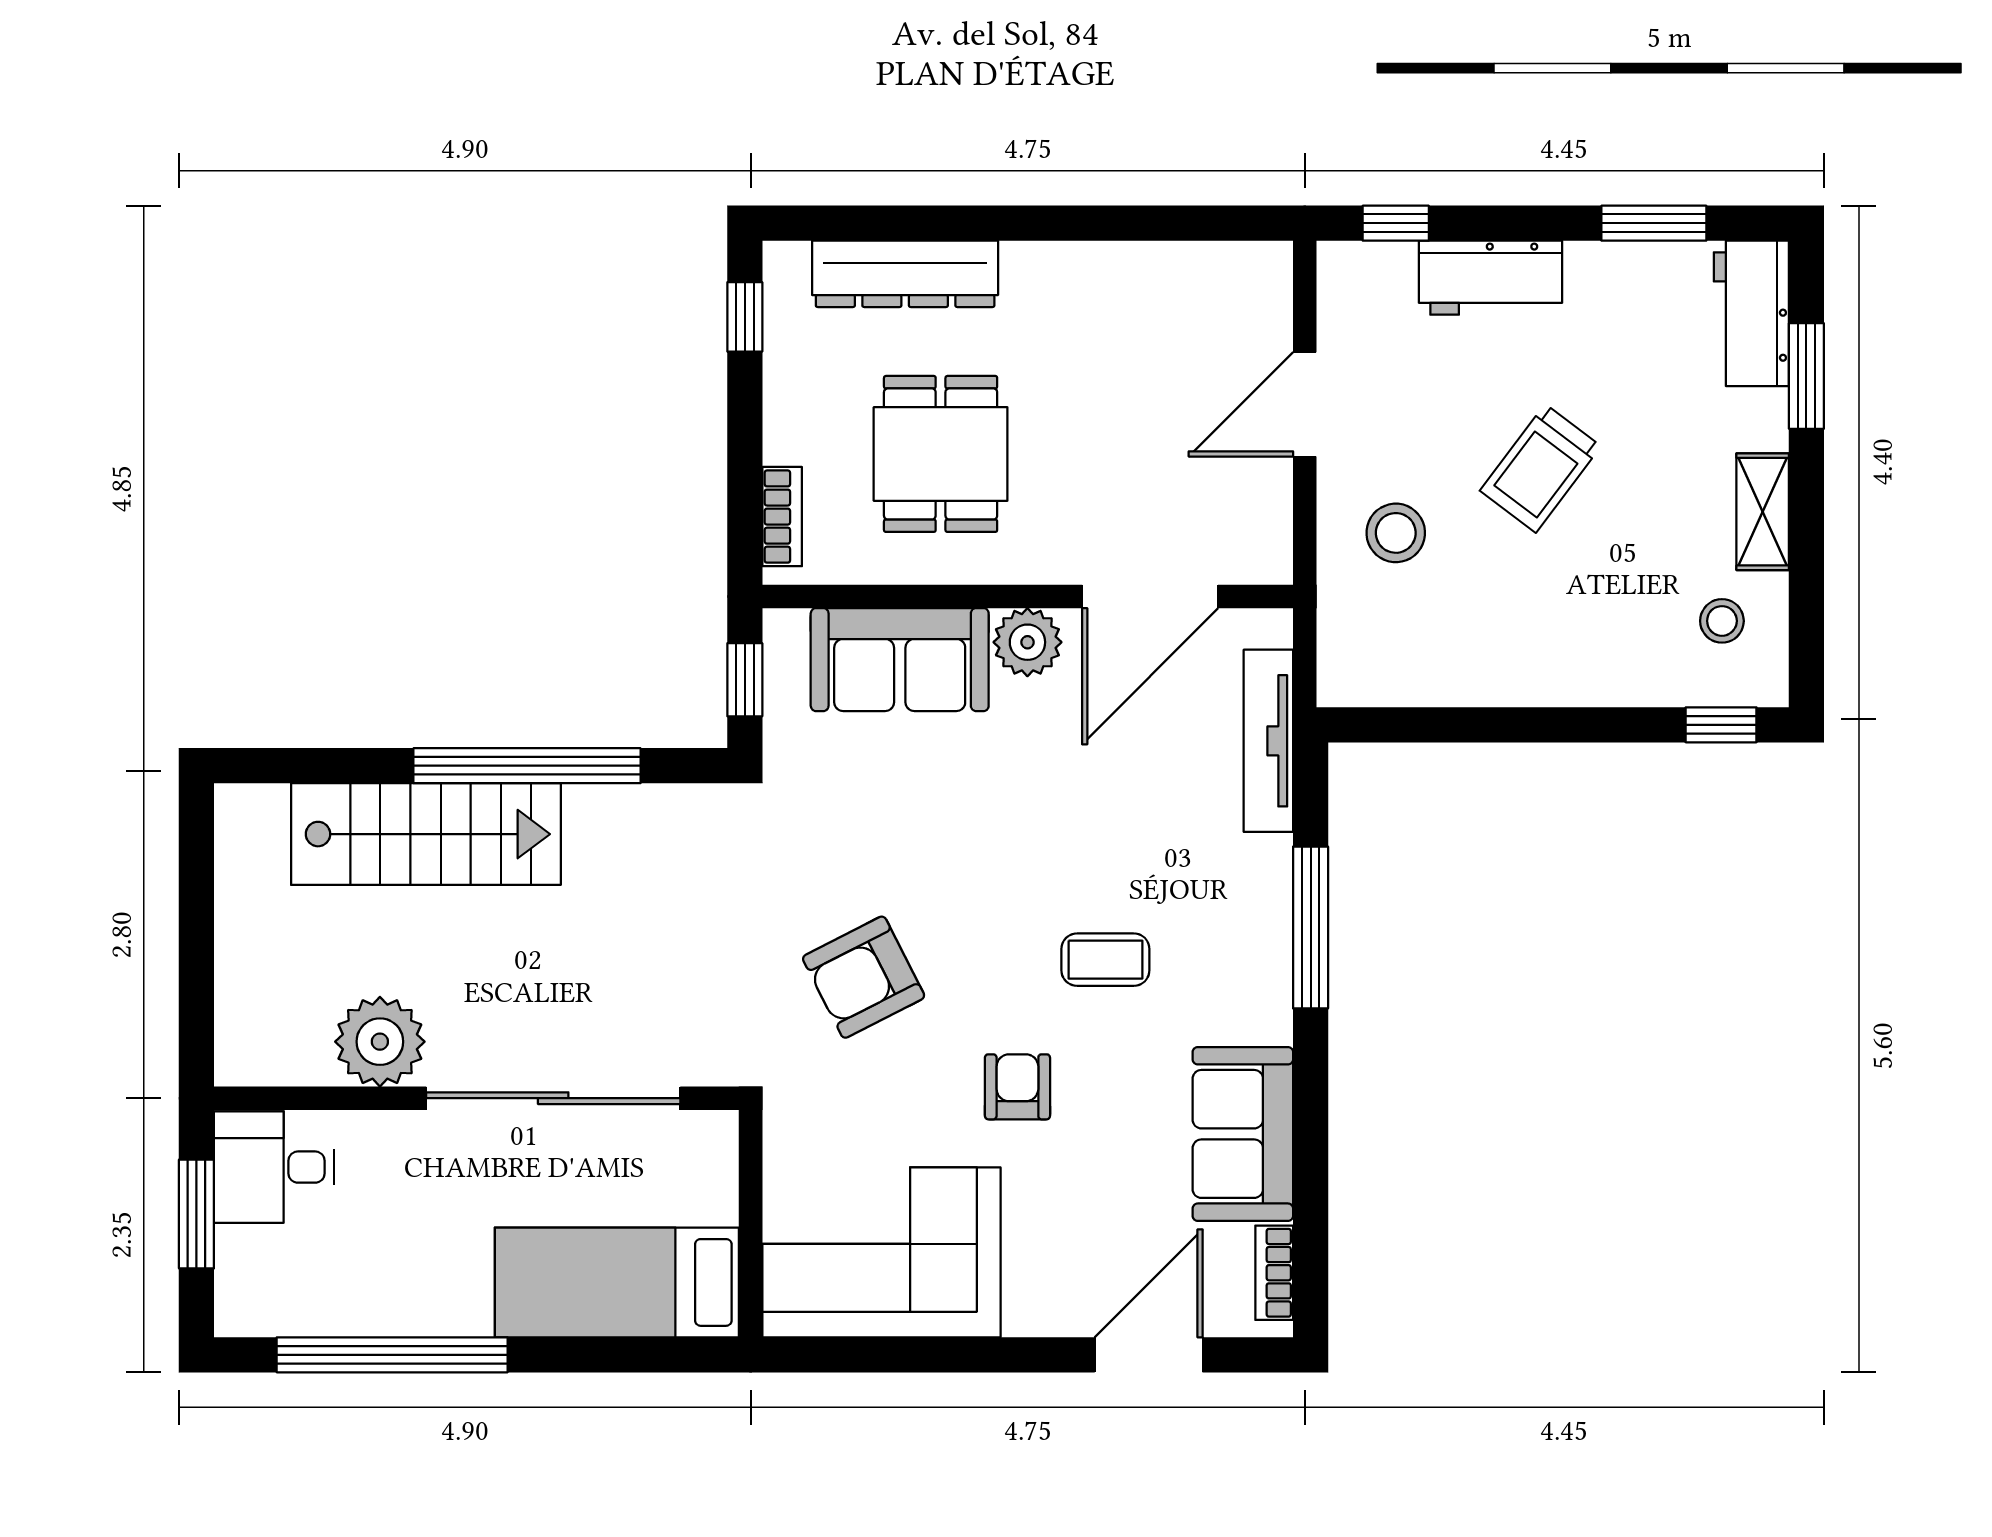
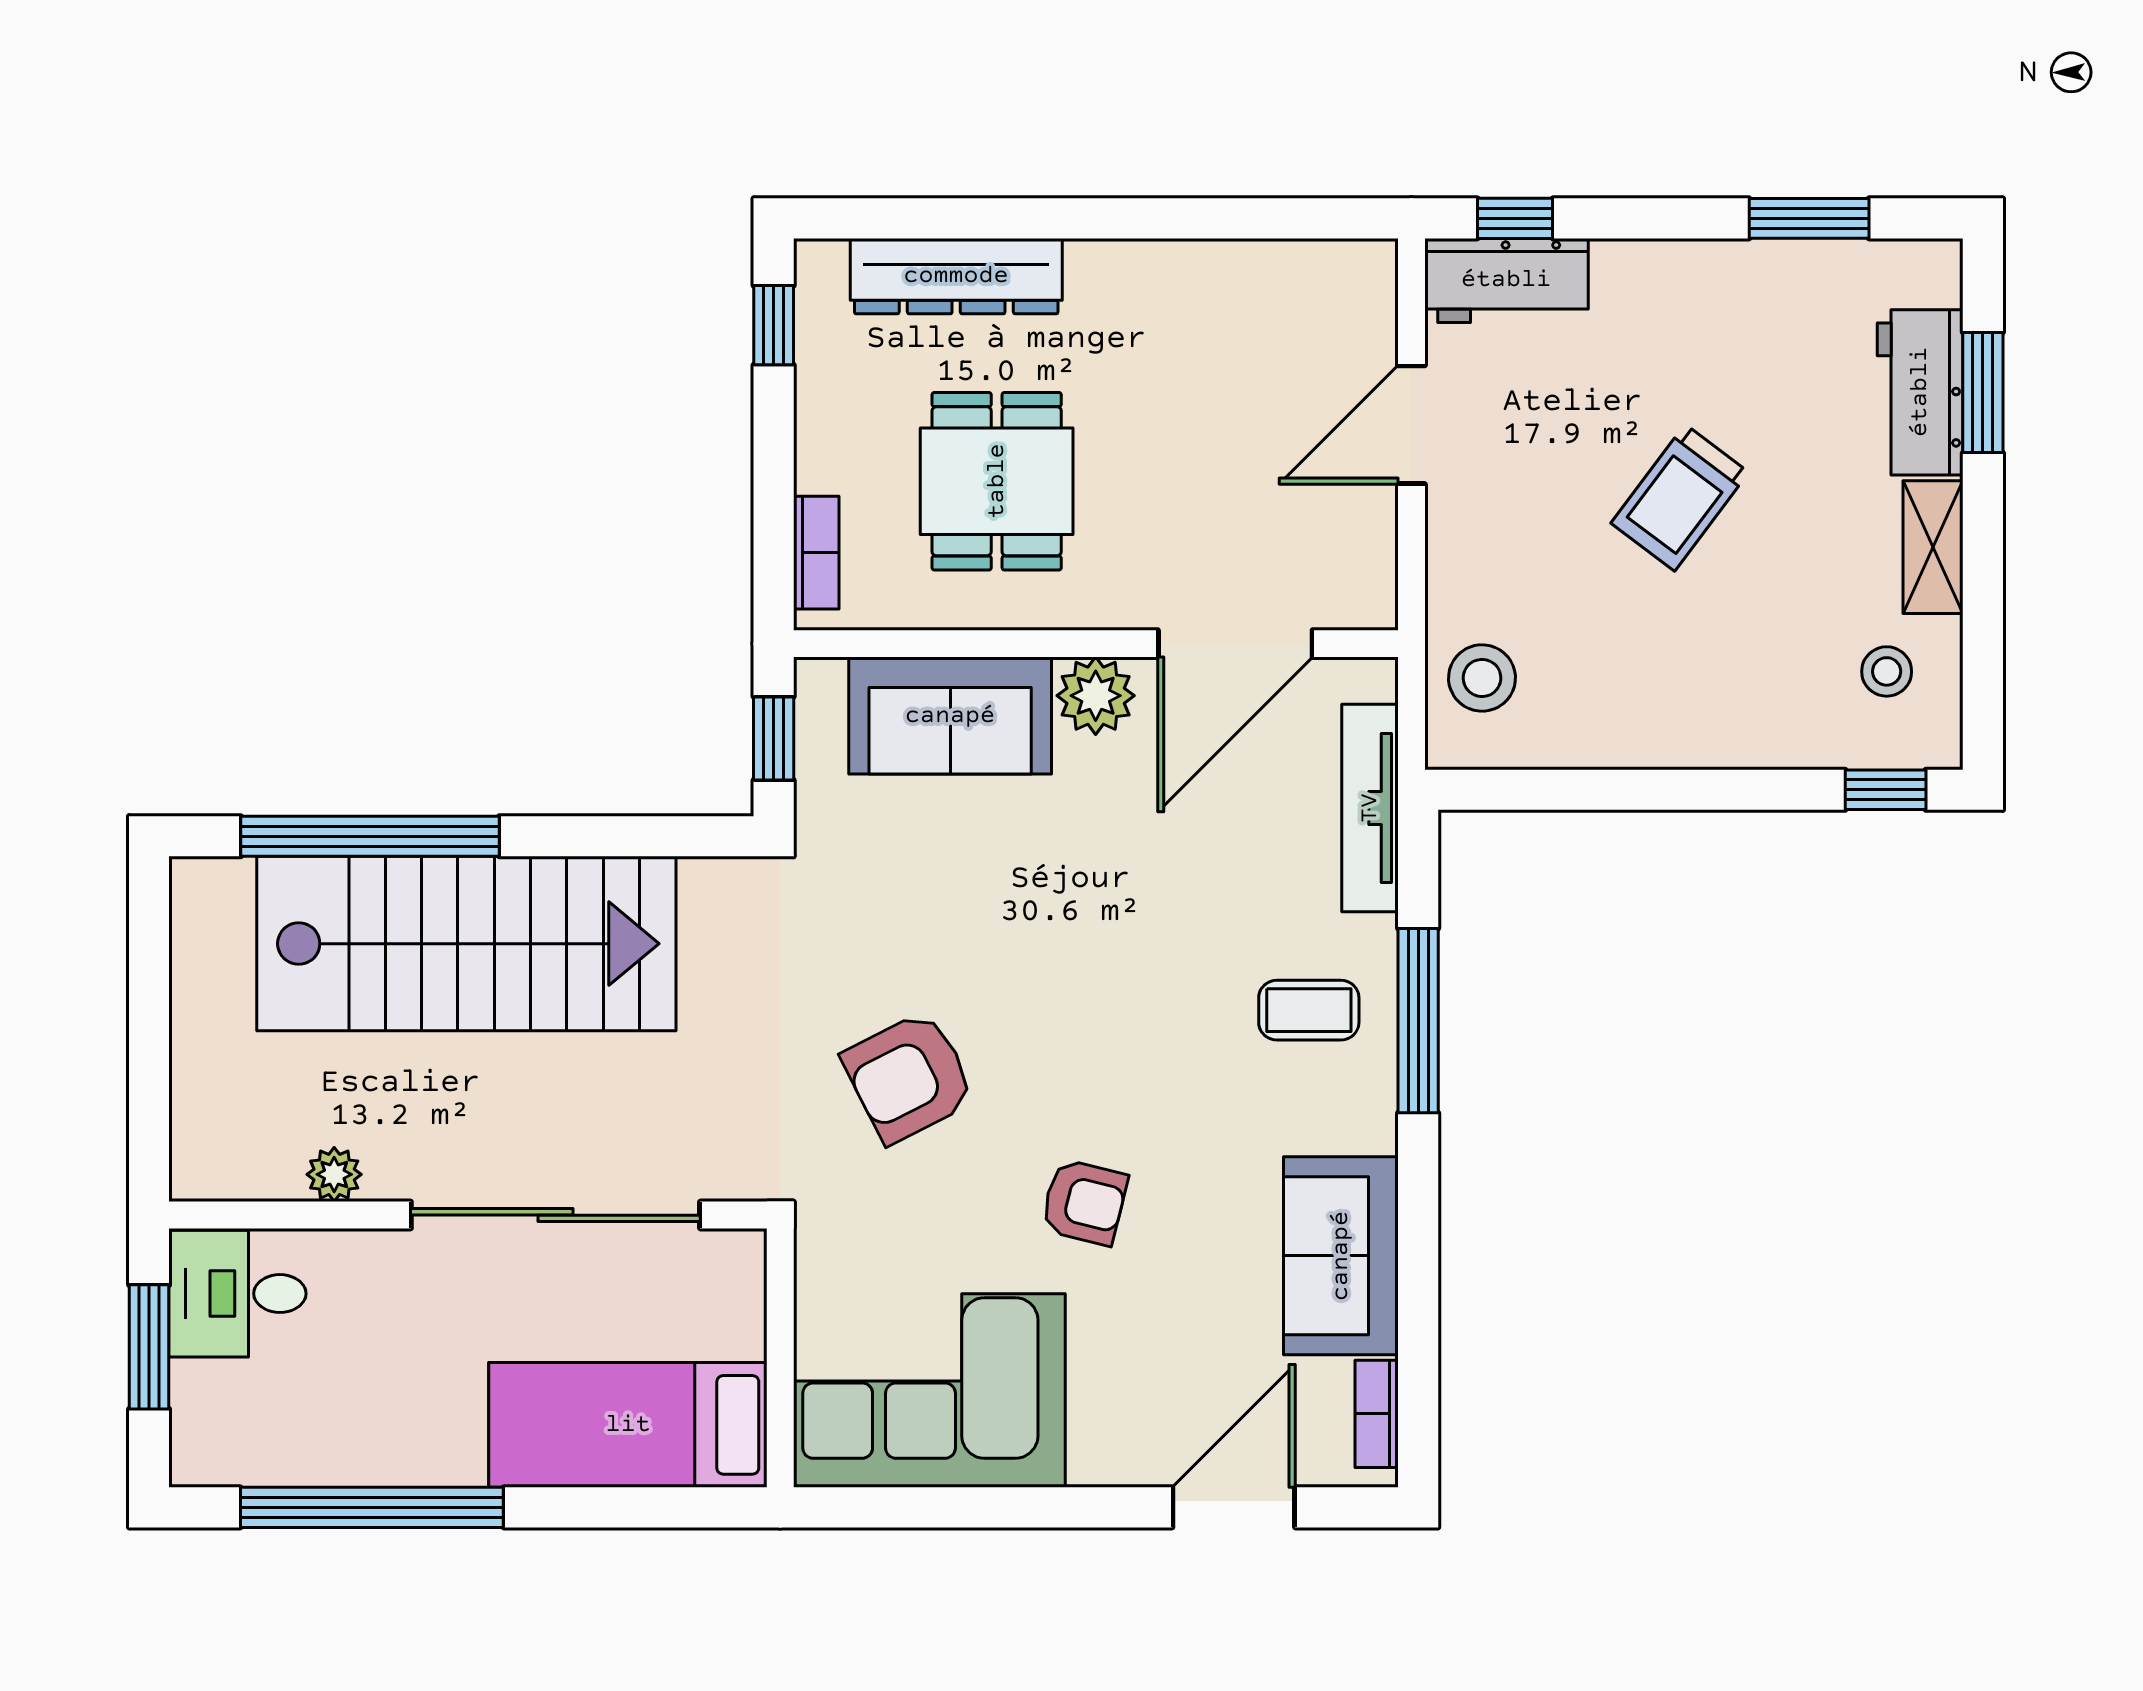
workbench: (1491, 278) -> (1506, 280), moved
workbench: (1751, 313) -> (1920, 392), moved
stool: (1396, 533) -> (1482, 678), moved
window: (527, 766) -> (370, 836), moved
stairs: (426, 834) -> (466, 944), width x1.36, depth x1.51
coffee table: (1105, 960) -> (1309, 1010), moved
plant: (380, 1042) -> (334, 1174), width x0.53, depth x0.53
armchair: (1017, 1087) -> (1084, 1202), turned 104

